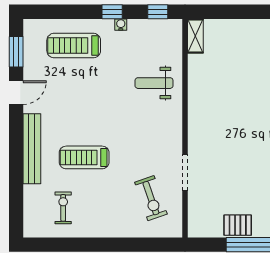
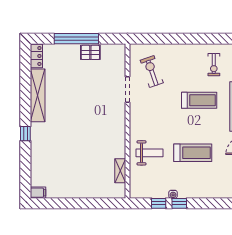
window: (158, 12) -> (159, 203), moved
shelving: (195, 36) -> (120, 171), moved
treadmill: (74, 46) -> (193, 153), moved

